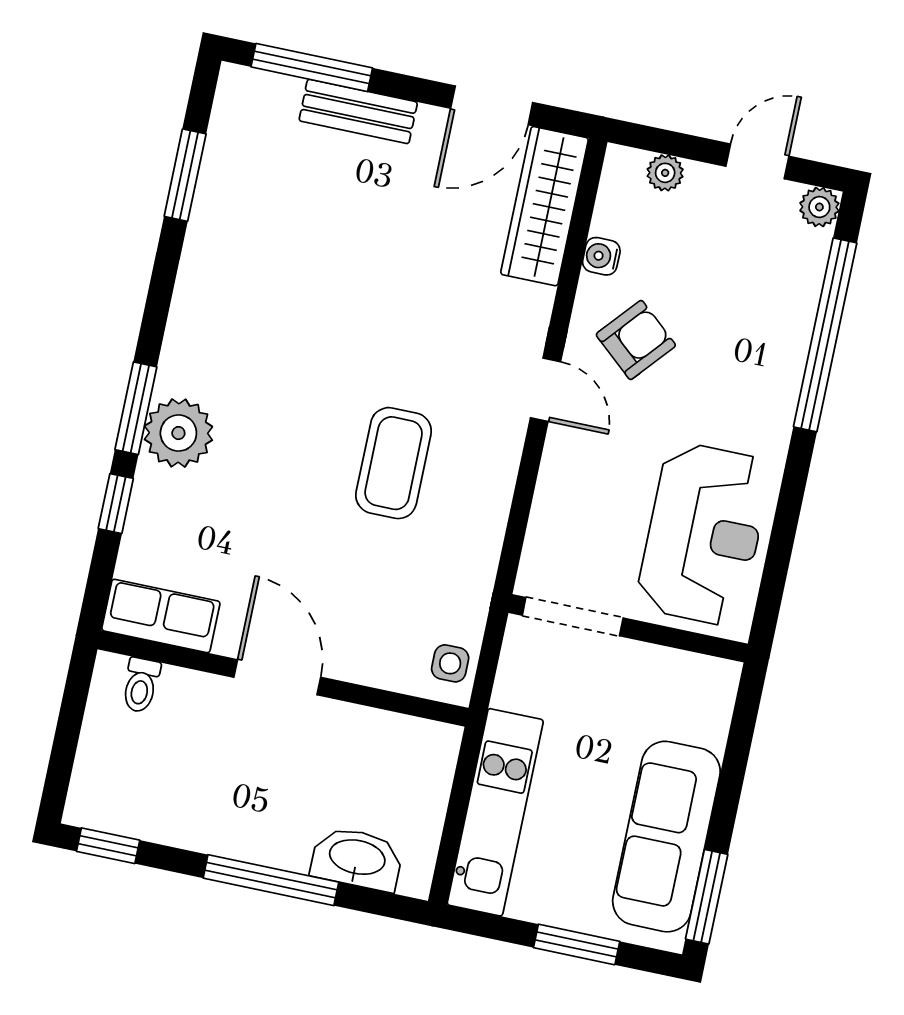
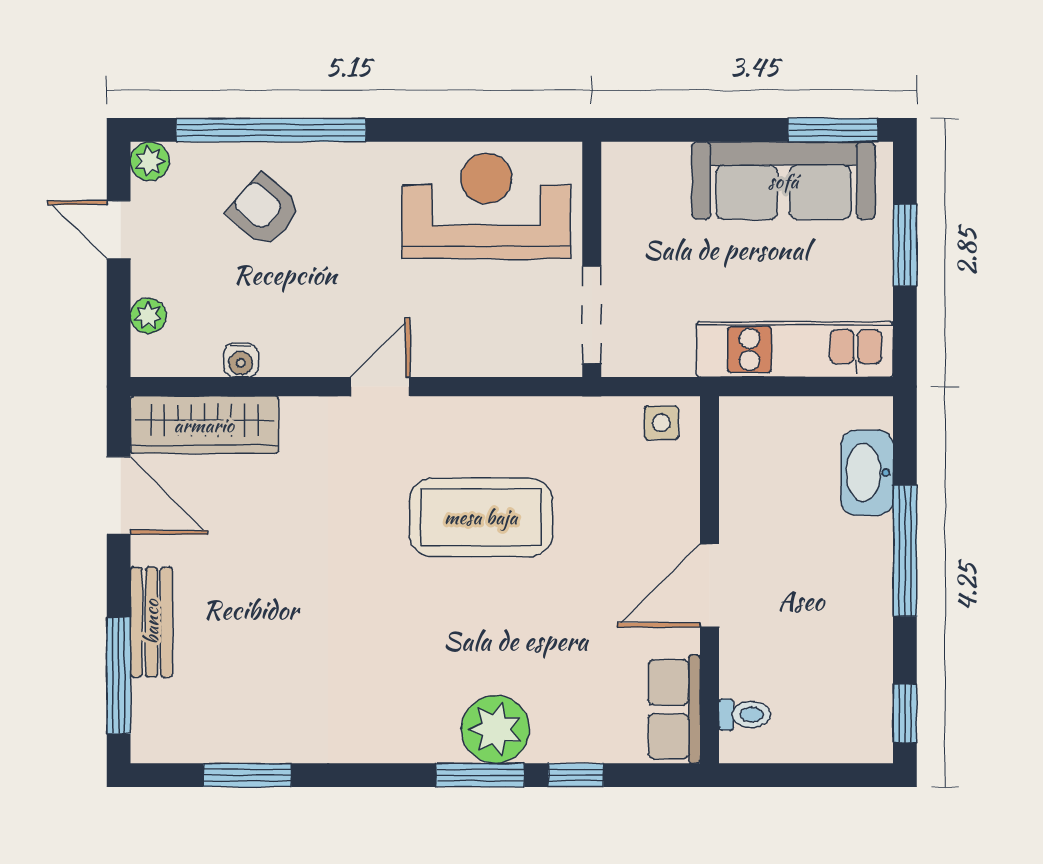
armchair: (636, 340) -> (264, 210), moved
coffee table: (394, 463) -> (481, 517), width x1.36, depth x1.32

